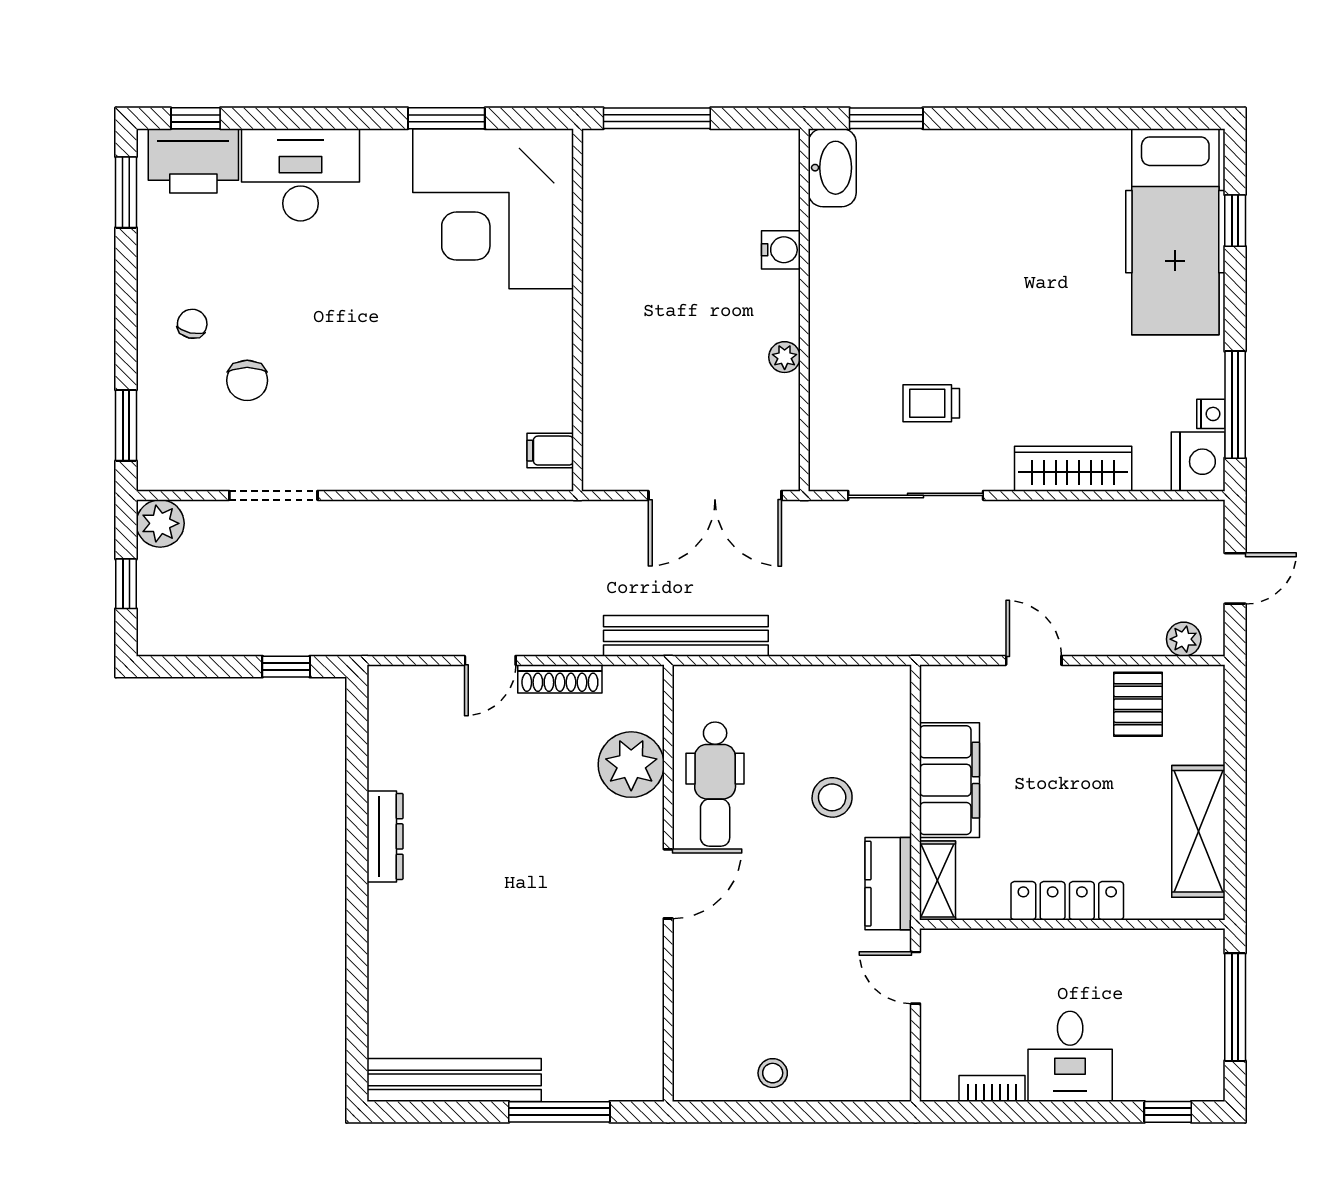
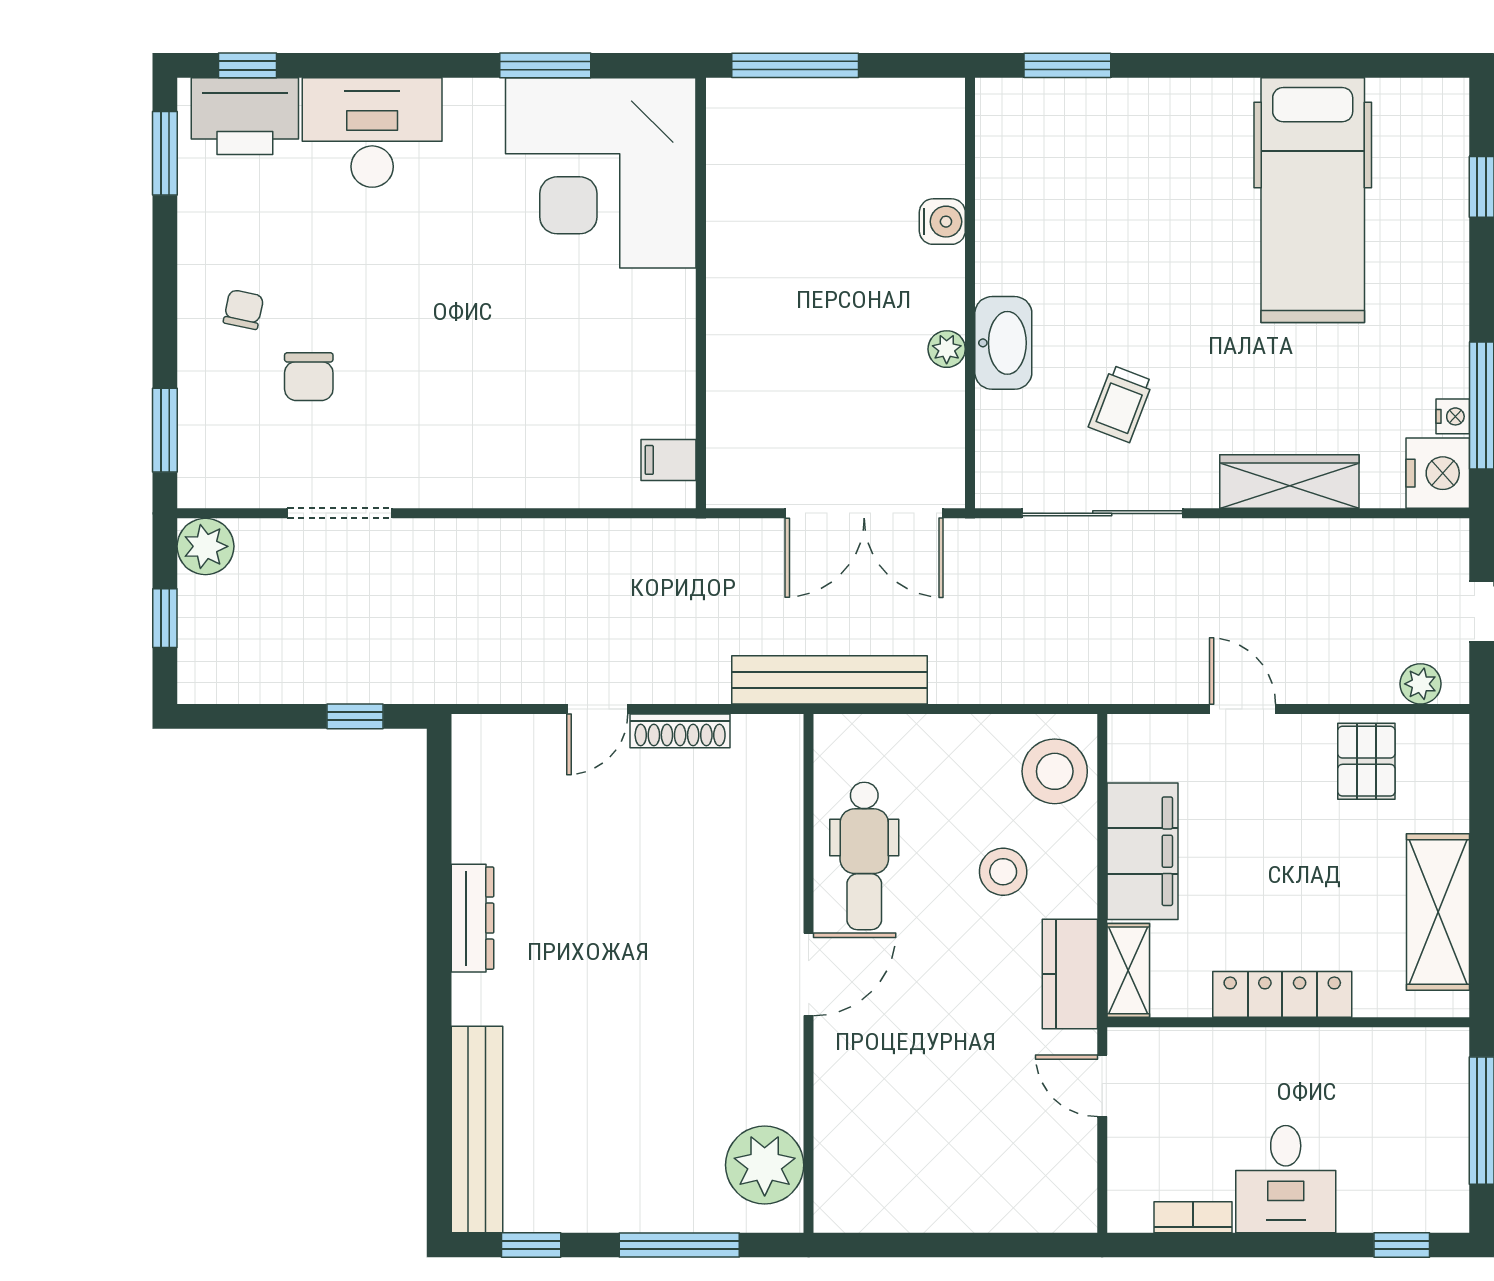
washbasin: (832, 168) -> (1003, 343), moved
hospital bed: (1175, 232) -> (1313, 200), moved
trolley: (931, 403) -> (1121, 404), turned -69
plant: (631, 765) -> (765, 1165), moved
stool: (773, 1073) -> (1055, 771), moved, width x1.89, depth x1.89
bench: (454, 1080) -> (477, 1129), moved, turned 90
window: (434, 1112) -> (531, 1245), added

